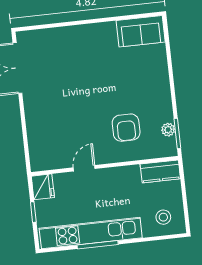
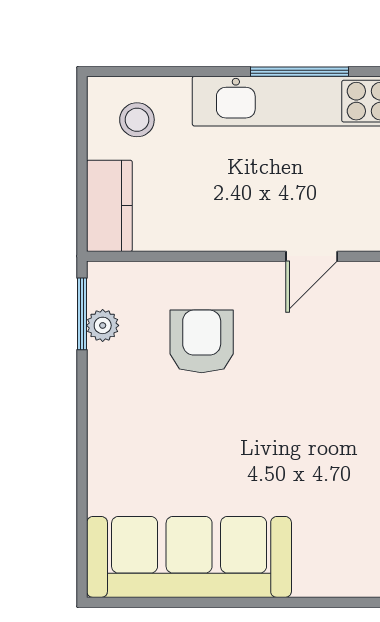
sofa: (141, 31) -> (189, 557), width x1.85, depth x1.27
kitchen counter: (160, 171) -> (109, 206), moved, turned 90

